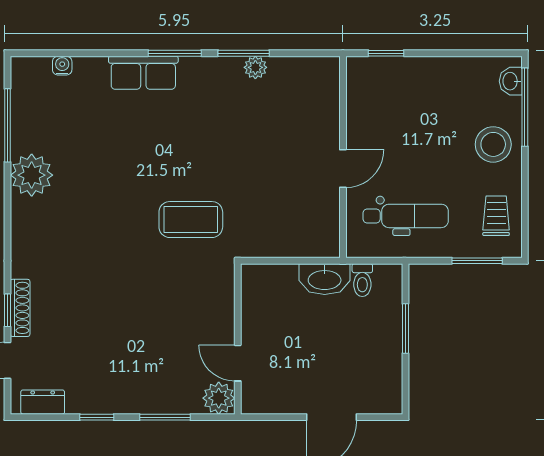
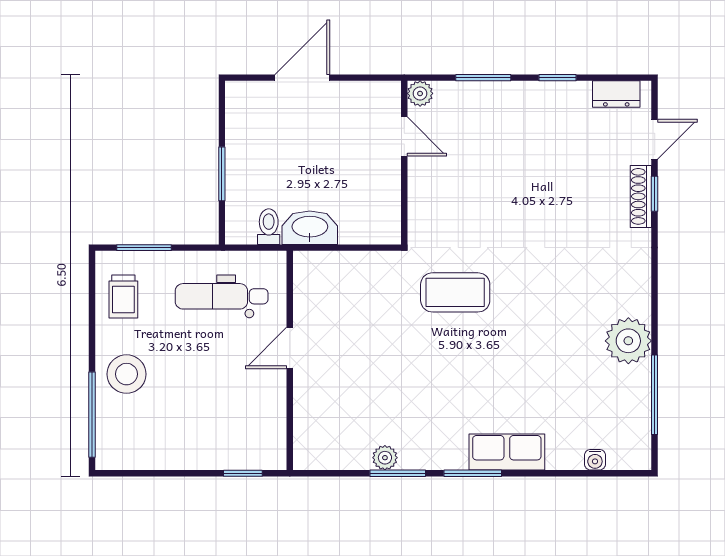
washbasin: (511, 81) -> (107, 443), removed
plant: (219, 398) -> (420, 93), width x0.73, depth x0.73

